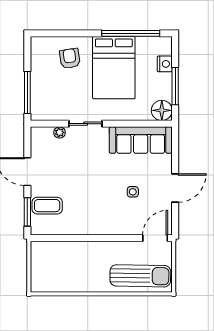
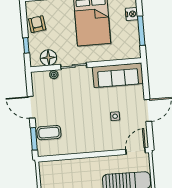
armchair: (70, 58) -> (37, 24), moved
window: (27, 92) -> (26, 45), width x0.46
floor lamp: (162, 110) -> (48, 58), moved

